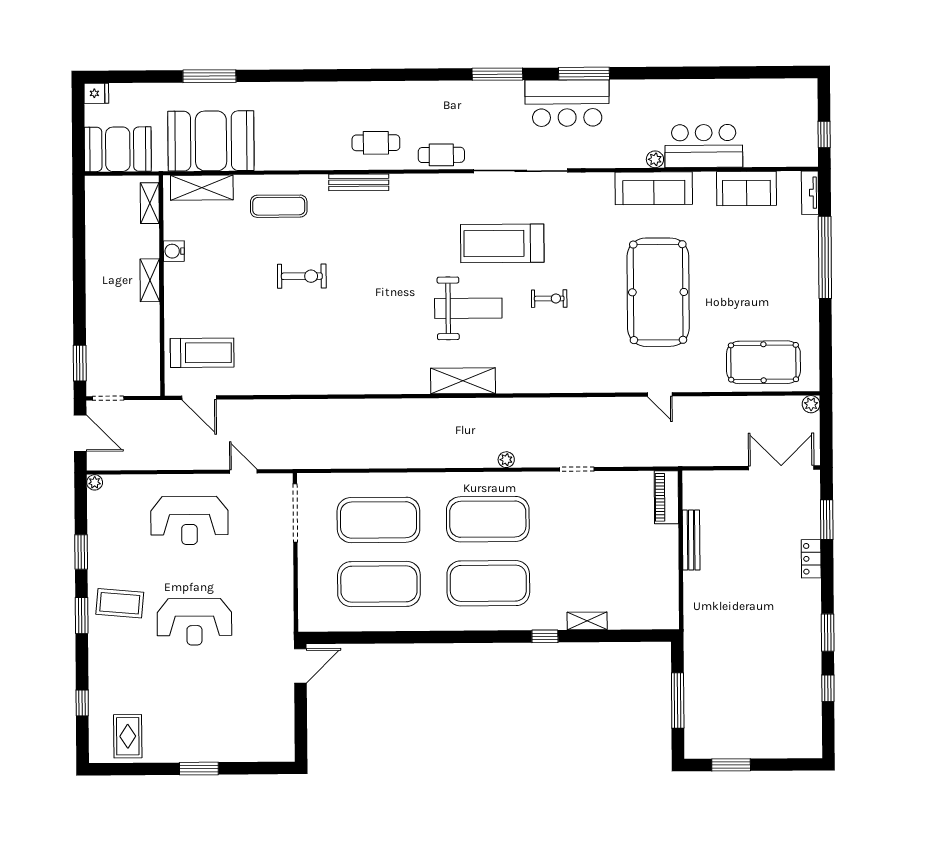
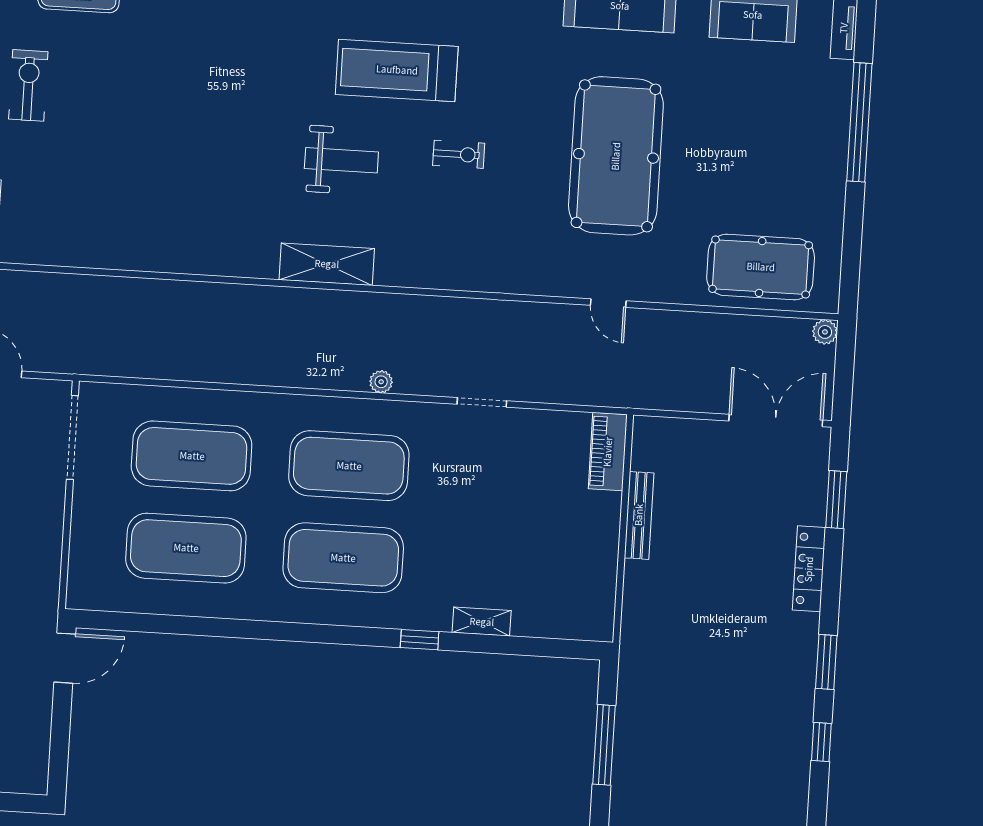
exercise bike: (302, 276) -> (28, 85), moved, turned -90
weight bench: (468, 308) -> (341, 160), width x0.73, depth x0.75
locker: (811, 559) -> (809, 569), width x1.53

